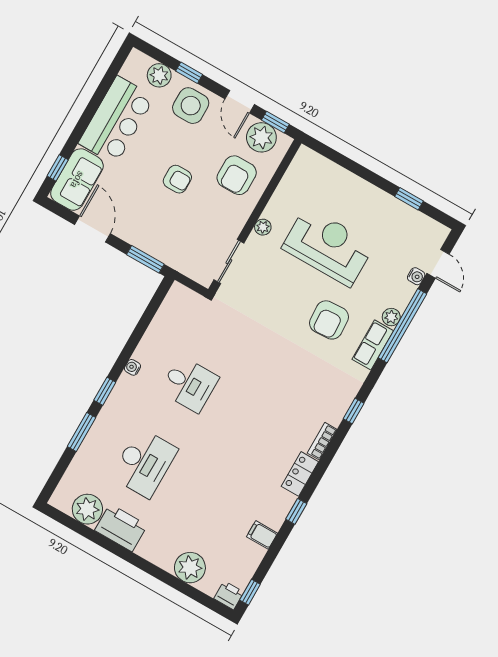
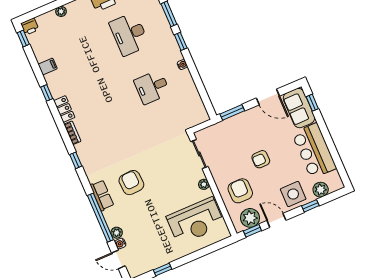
reception desk: (328, 246) -> (196, 221), moved
plant: (391, 317) -> (117, 233), moved
plant: (190, 568) -> (61, 11), width x0.53, depth x0.53

